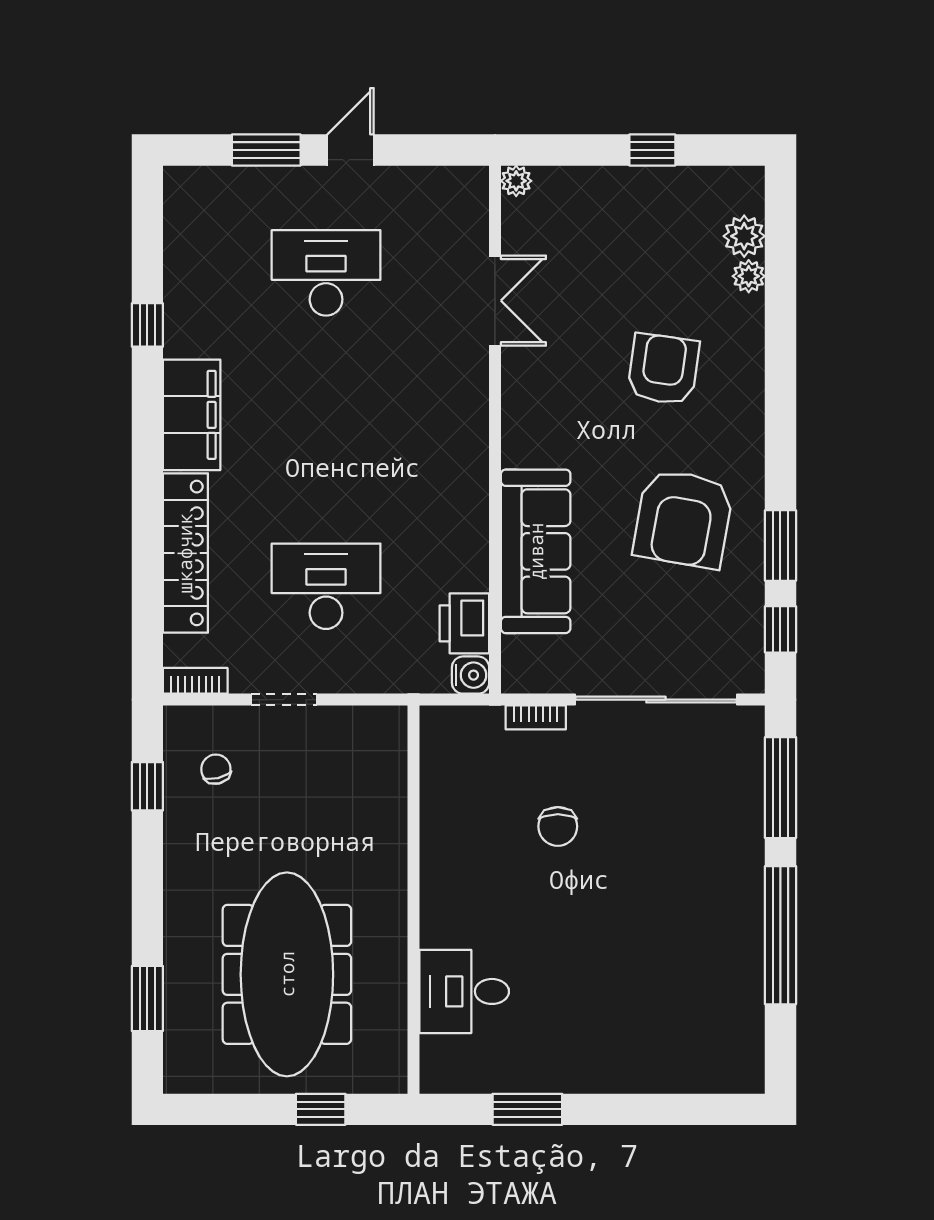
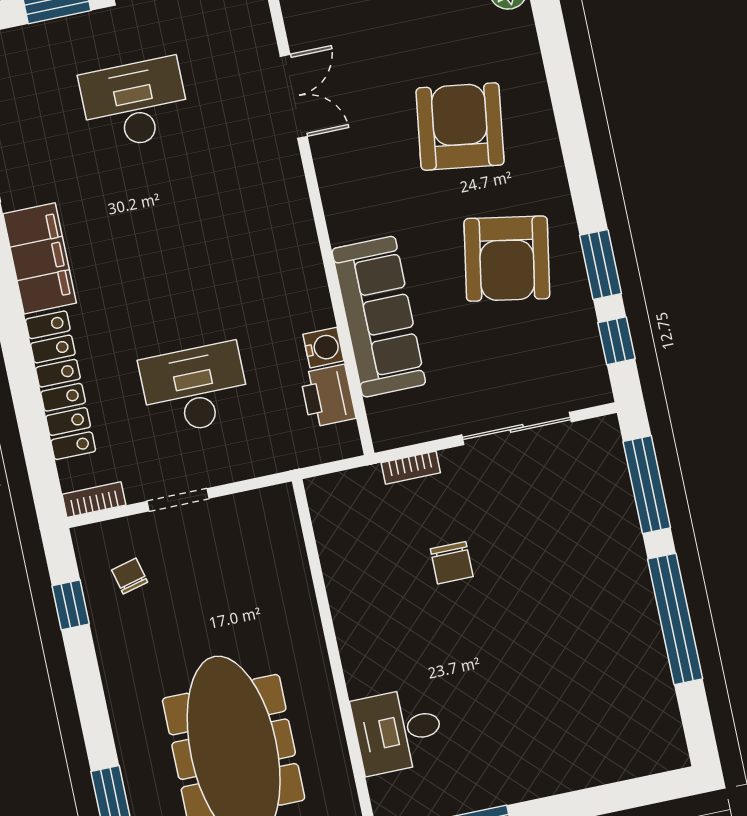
plant: (749, 276) -> (520, 25), removed
armchair: (663, 369) -> (460, 126), width x1.36, depth x1.36
water cooler: (471, 675) -> (323, 348), moved
sliding door: (656, 700) -> (517, 428), width x0.73

